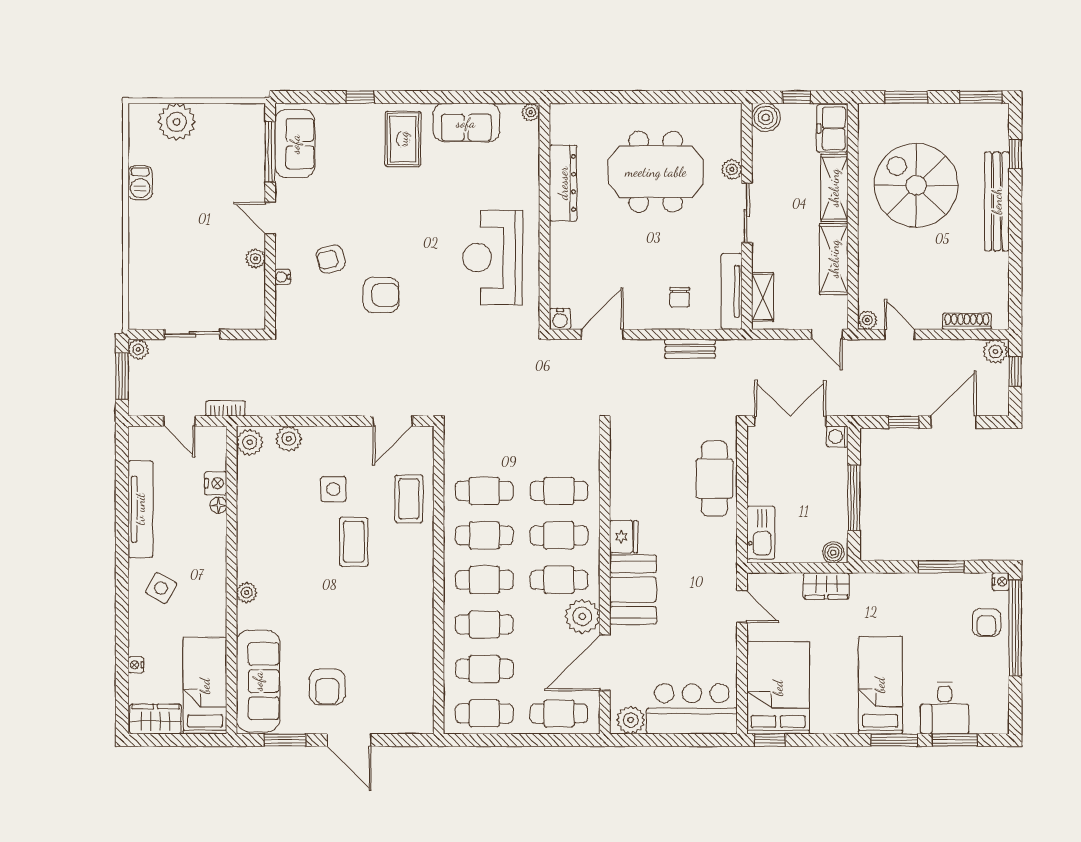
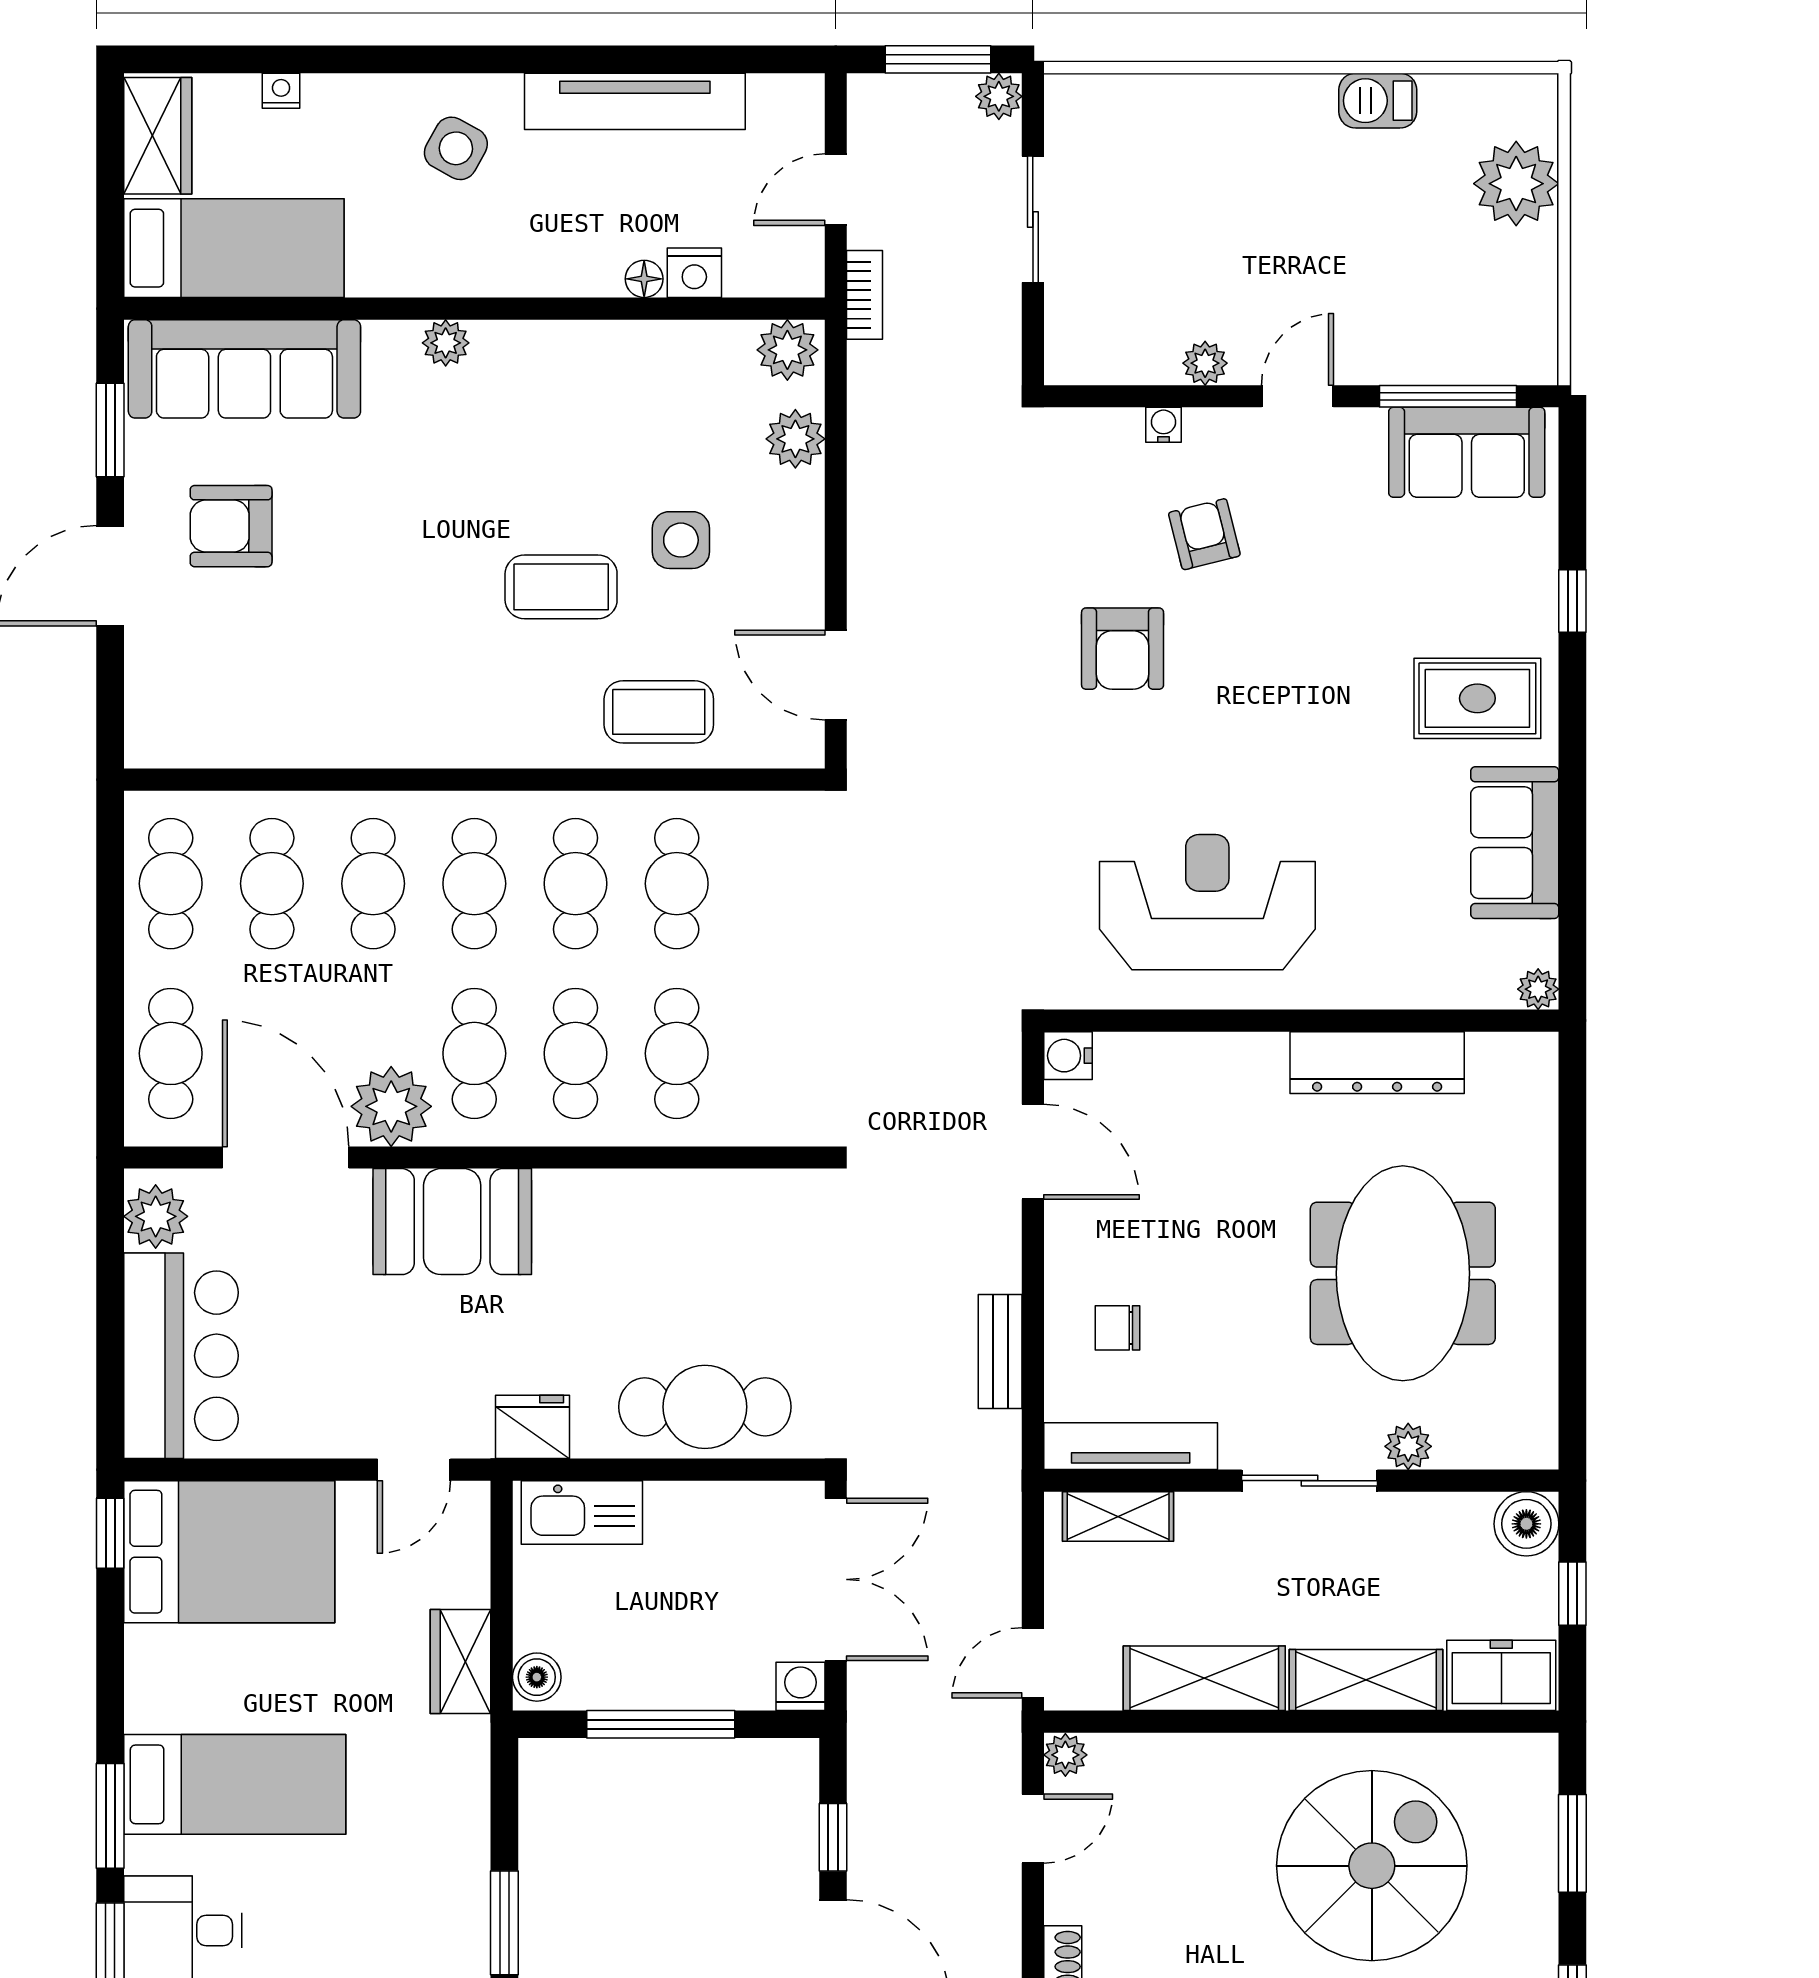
fridge: (624, 537) -> (532, 1427), moved, turned 180

